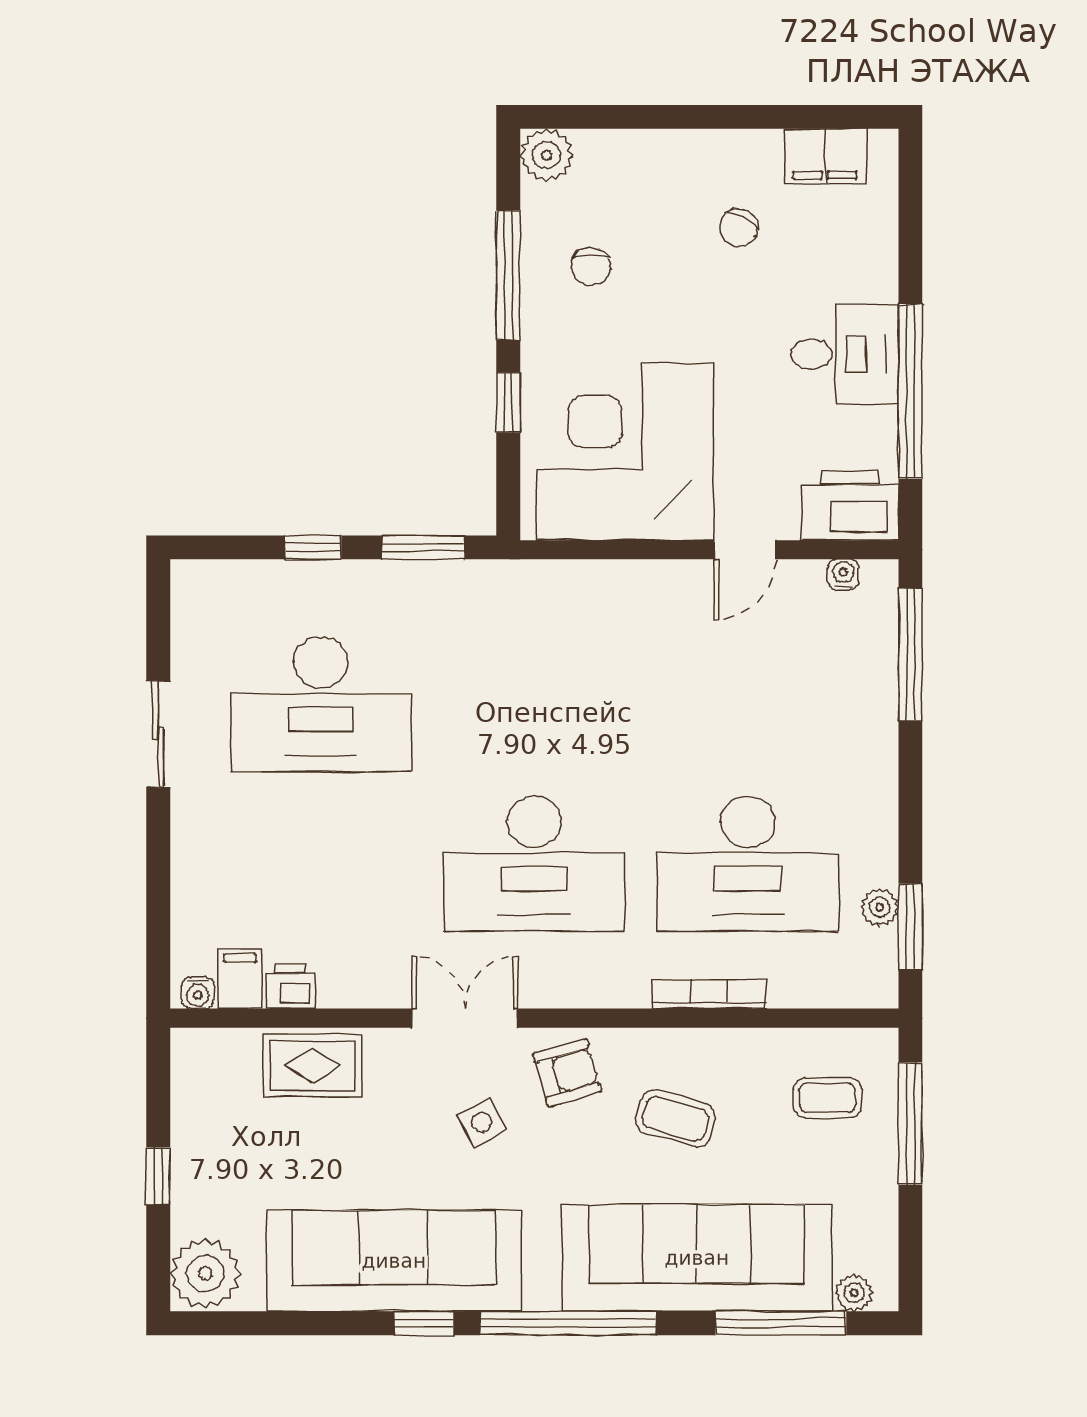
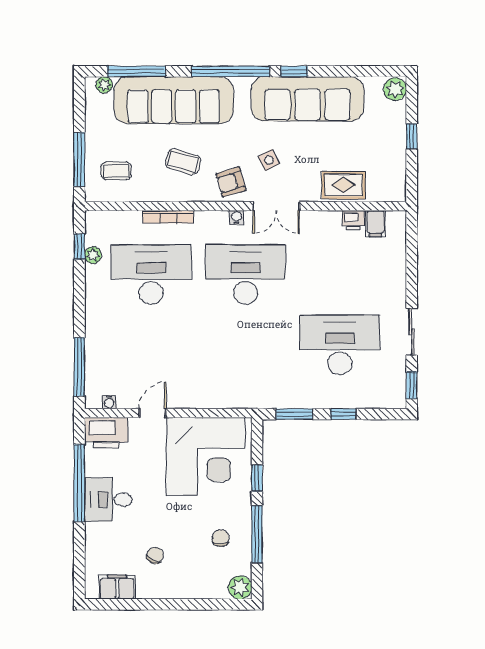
window: (158, 613) -> (412, 385), added
window: (910, 927) -> (79, 246), width x0.67
water cooler: (198, 993) -> (237, 217), moved
plant: (205, 1273) -> (395, 89), width x0.73, depth x0.73

